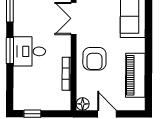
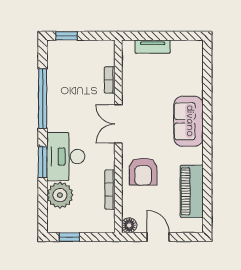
desk: (29, 51) -> (66, 157), width x1.37
plant: (24, 78) -> (60, 195), added

